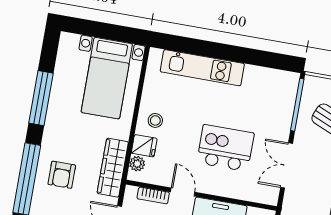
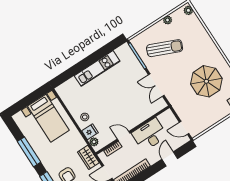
kitchen unit: (202, 68) -> (97, 68), moved
kitchen island: (225, 148) -> (124, 101), removed
wardrobe: (113, 168) -> (88, 157), width x0.67

